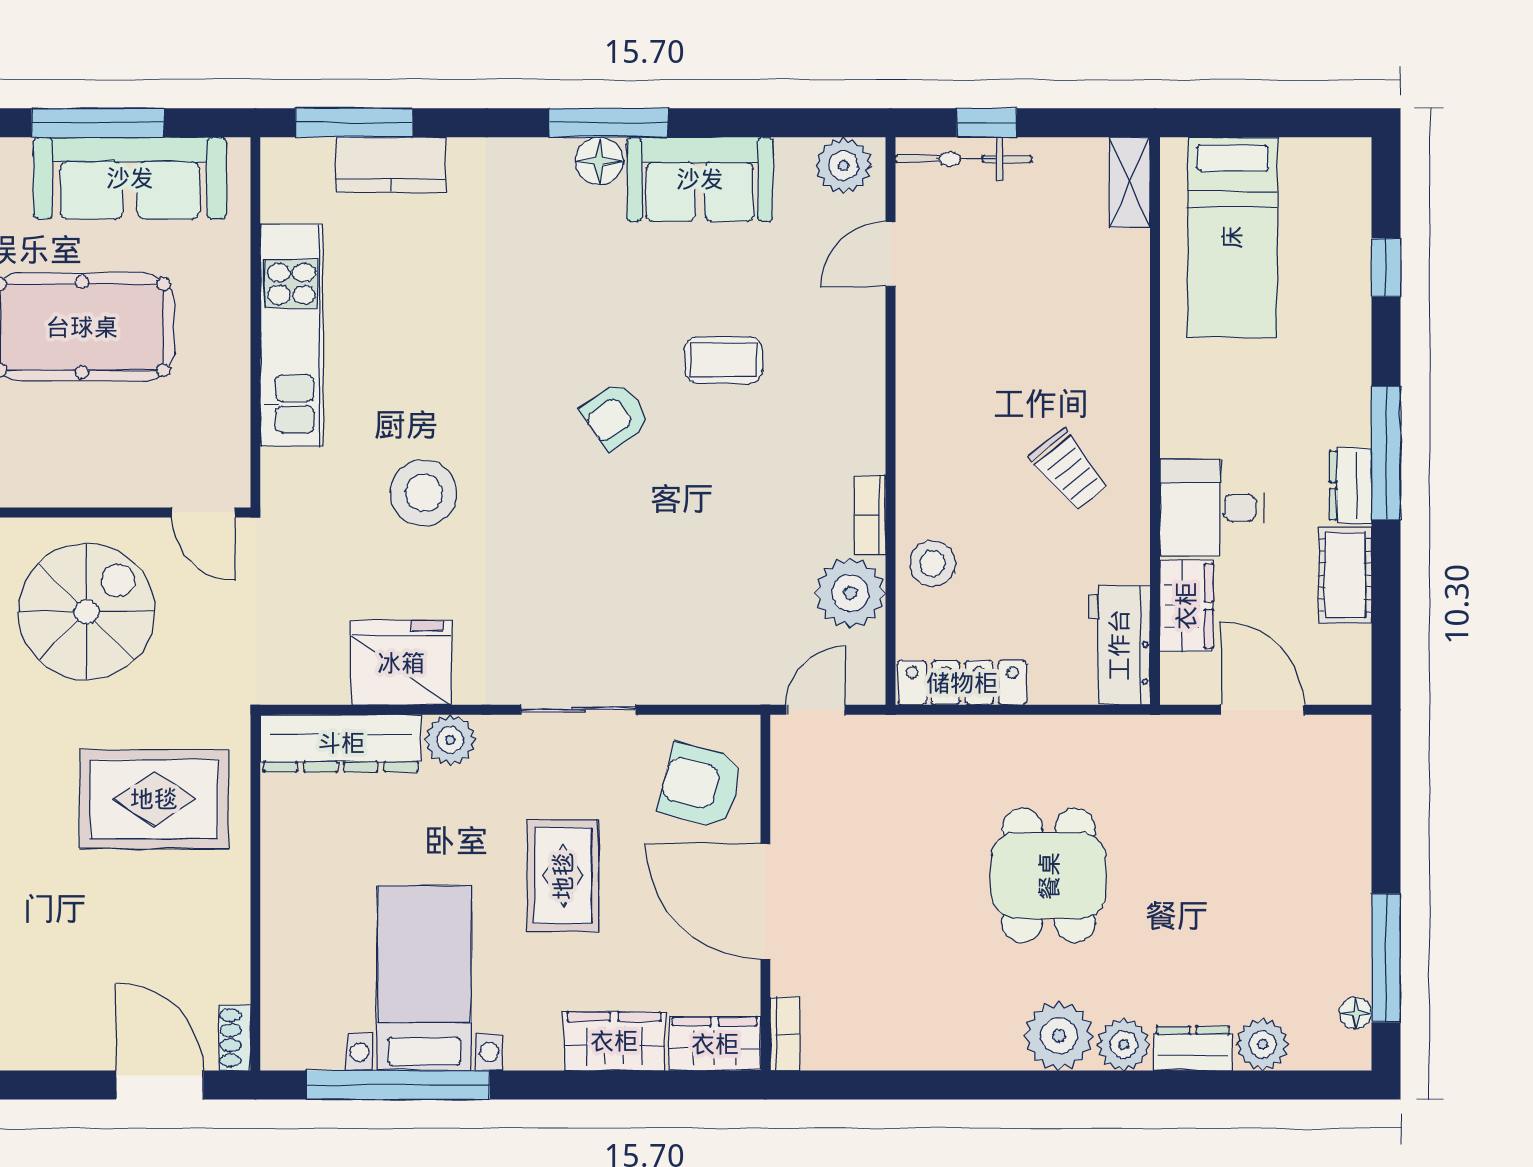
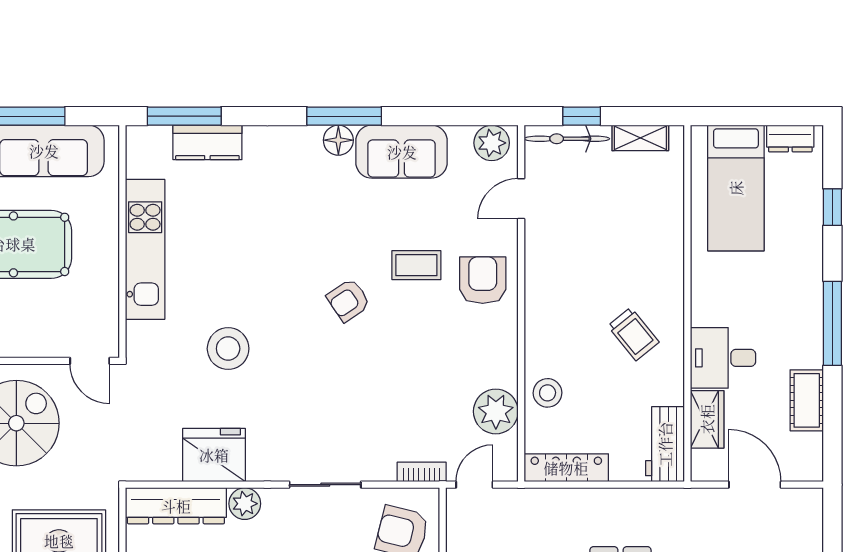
shelving: (1130, 182) -> (640, 138), moved, turned 90
armchair: (829, 384) -> (483, 280), added
dresser: (1350, 485) -> (790, 138), moved, turned -90
bookcase: (870, 515) -> (422, 472), moved, turned 90

